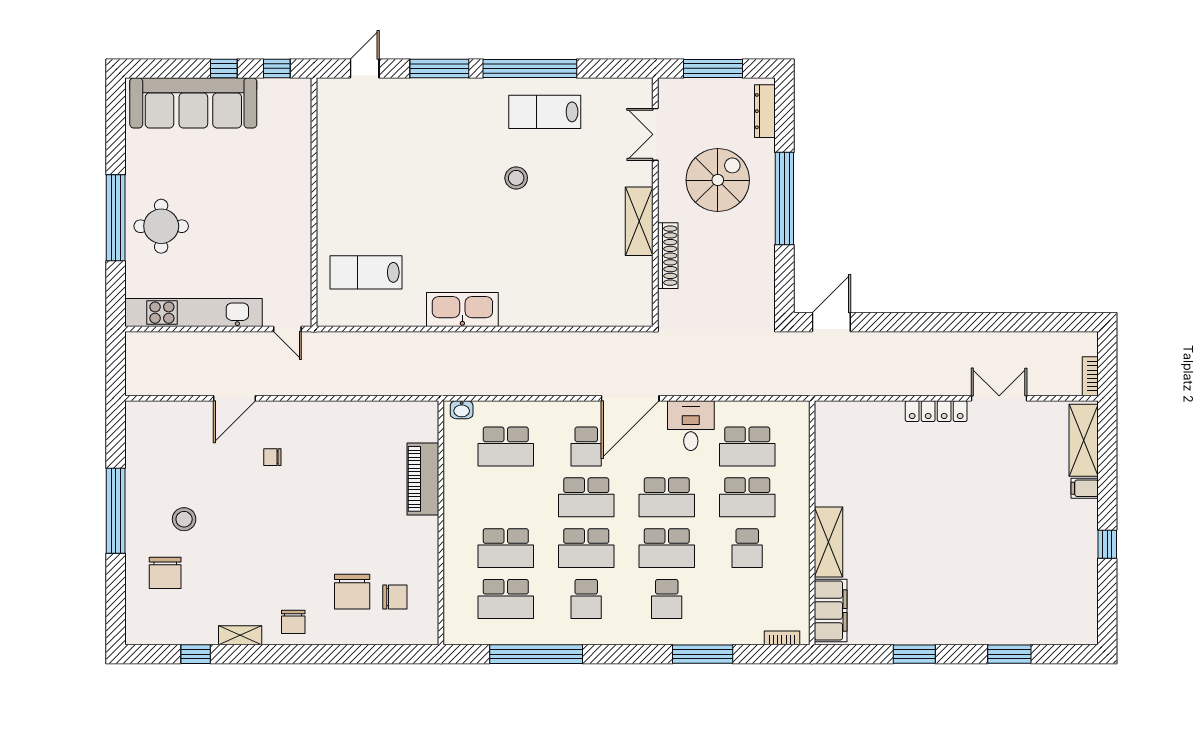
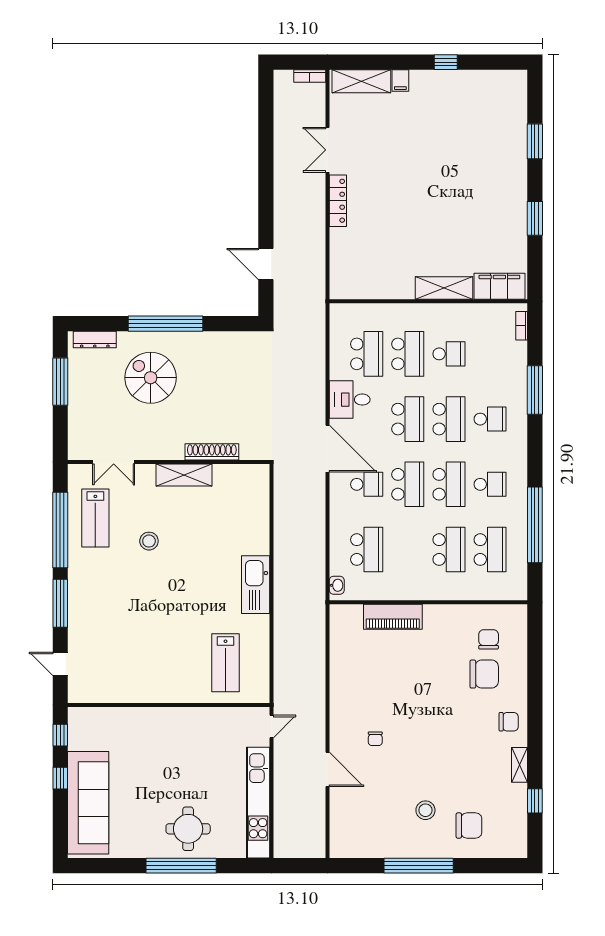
double door: (655, 134) -> (114, 462), moved
wall: (655, 202) -> (169, 462), moved
shelving: (639, 221) -> (184, 475), moved
shoe rack: (668, 256) -> (212, 452), moved
door: (831, 322) -> (266, 264), moved

